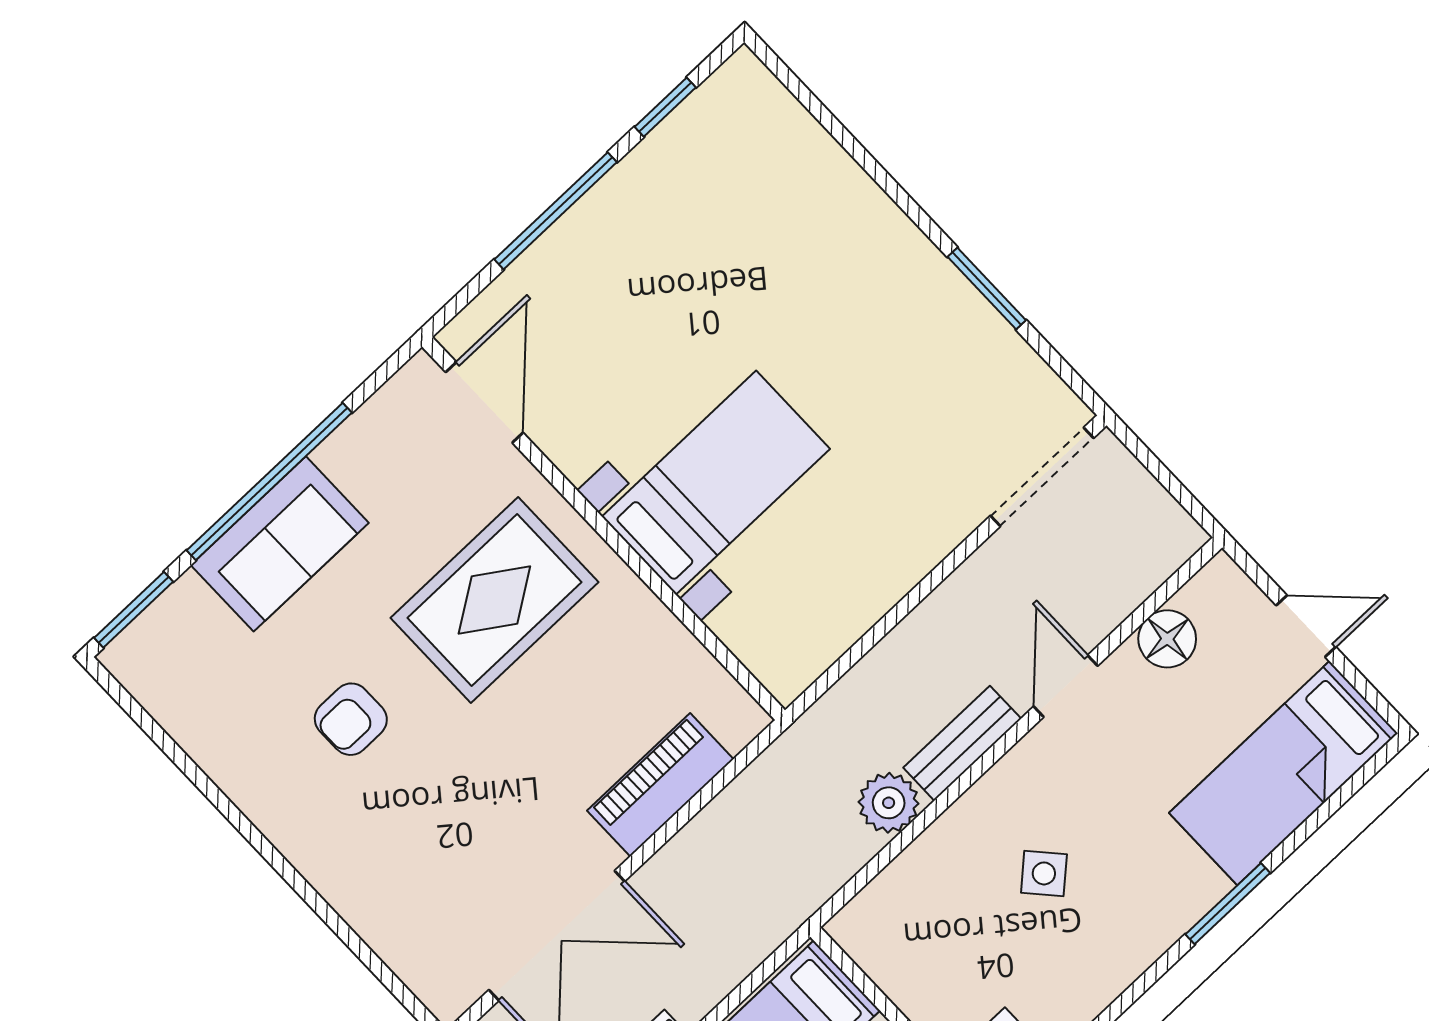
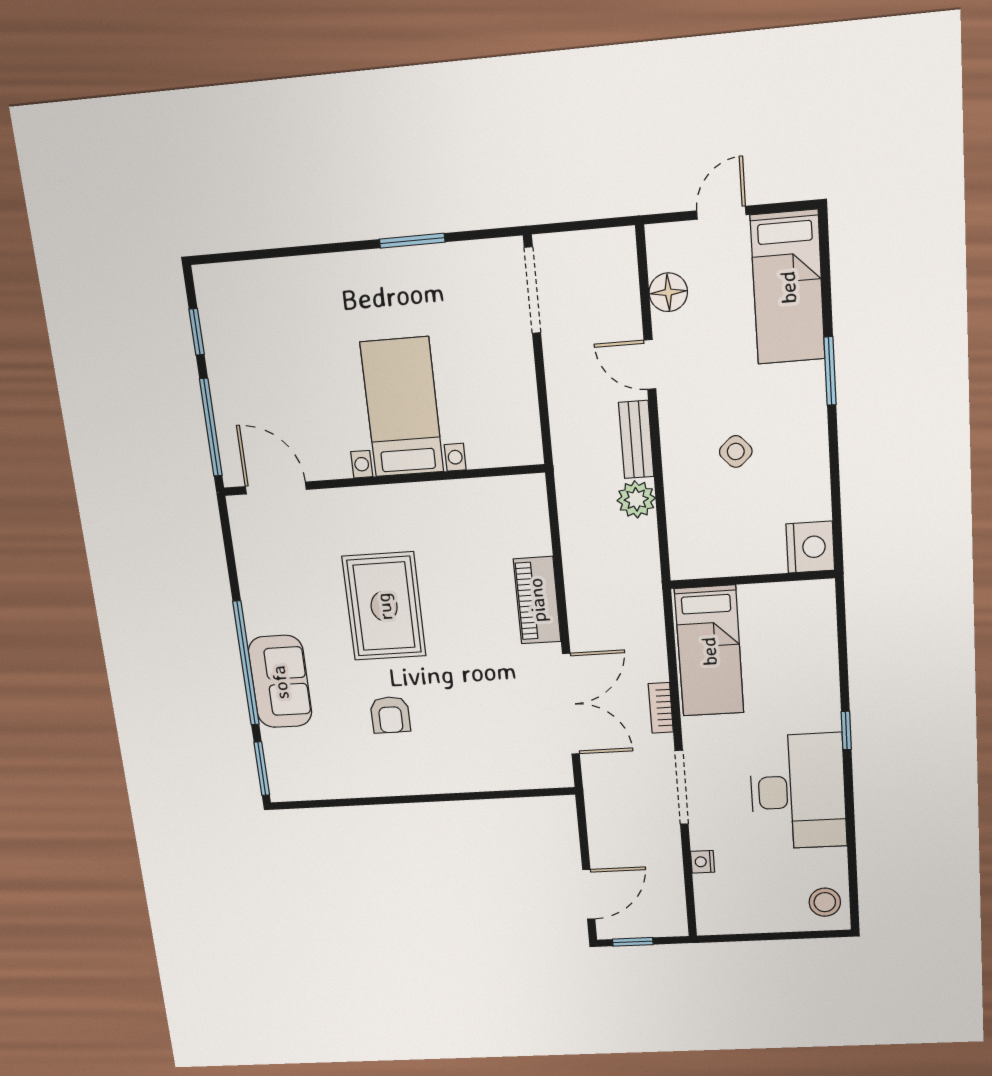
door: (484, 402) -> (276, 488), moved
bed with nightstands: (716, 483) -> (402, 407), moved
wall: (604, 528) -> (383, 480), moved

